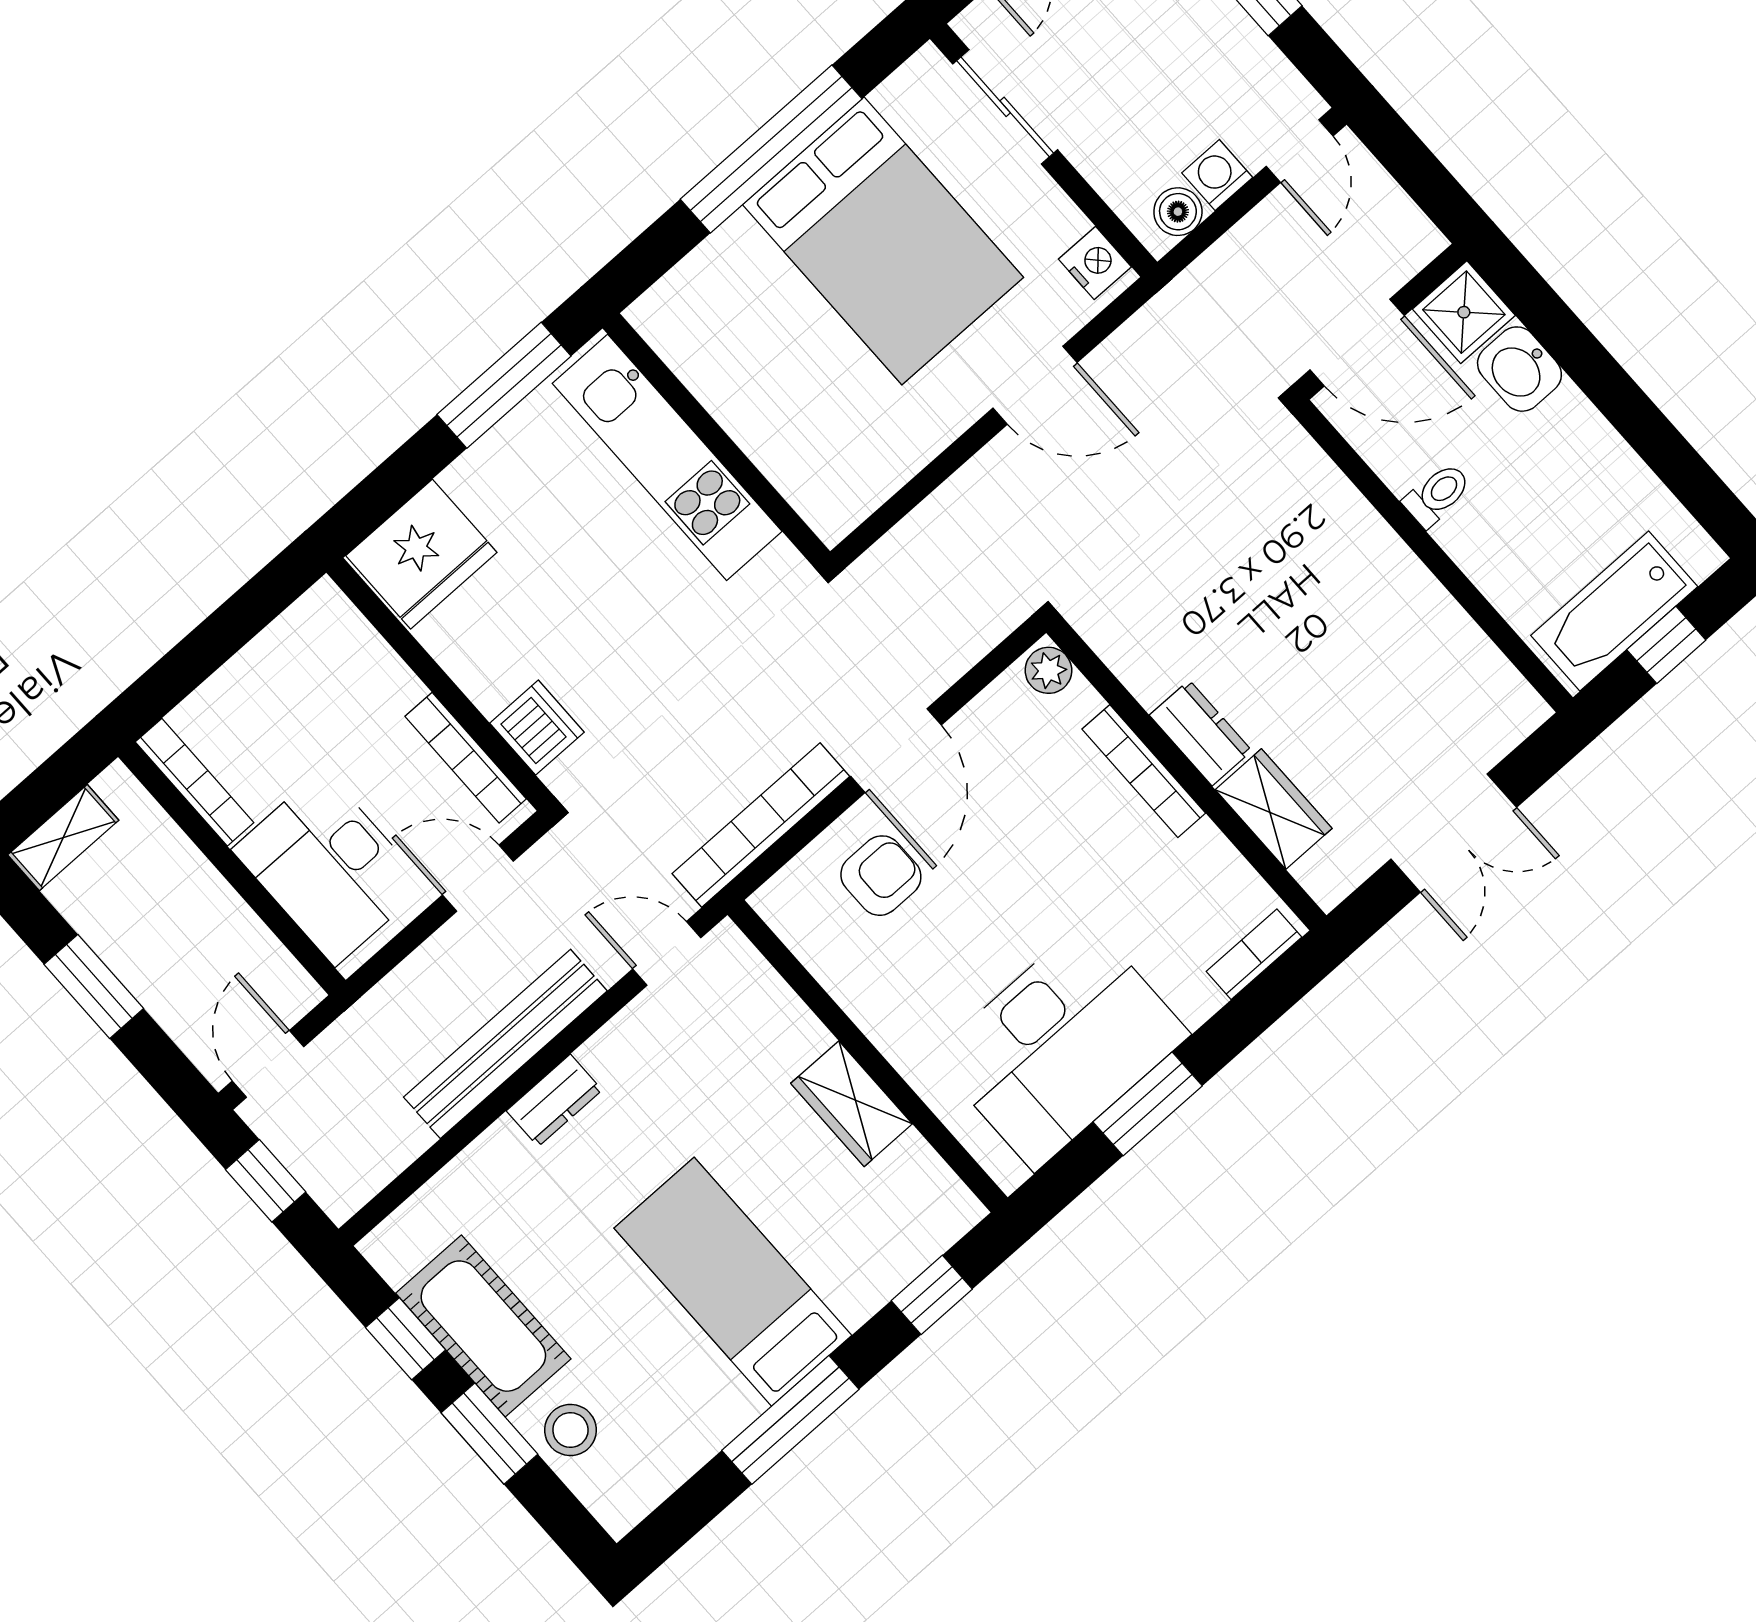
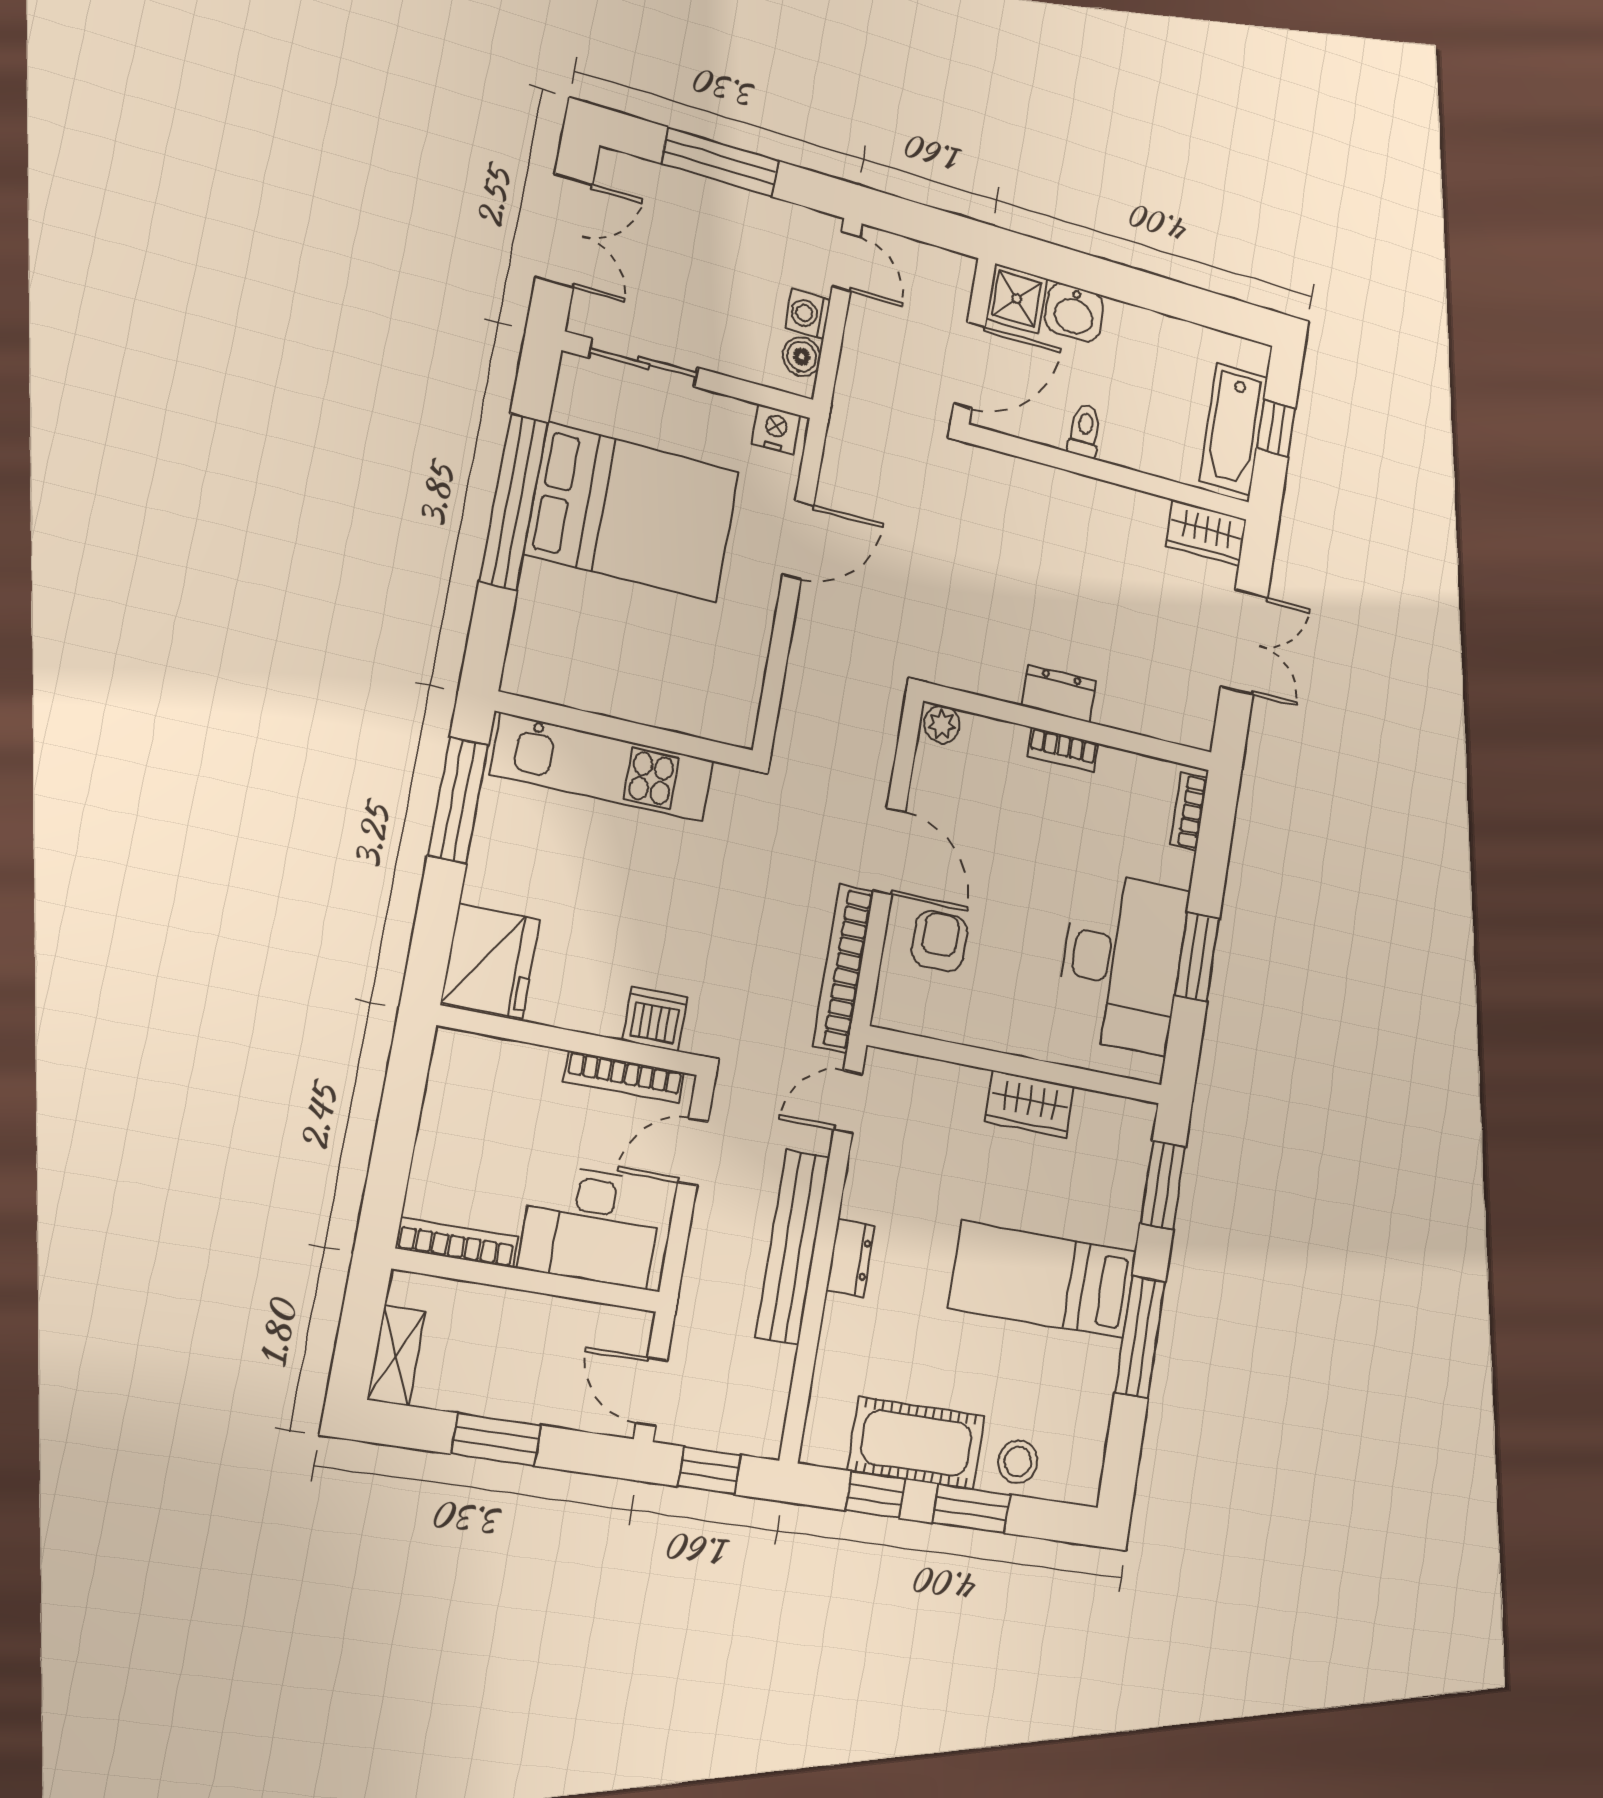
bookcase: (1144, 771) -> (1063, 750), width x0.64
wardrobe: (1274, 809) -> (1206, 533), moved, turned 180
window: (932, 1295) -> (1163, 1185), width x1.50

